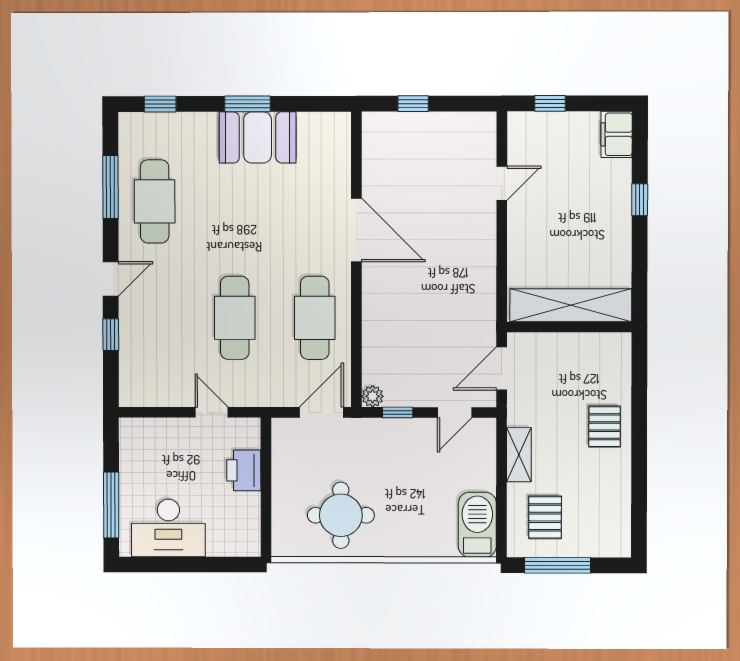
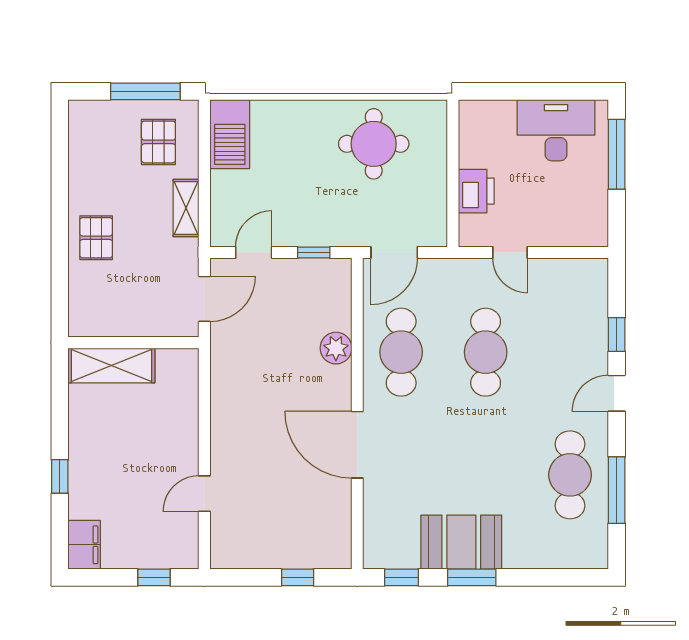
window: (160, 104) -> (401, 577), moved
shelving: (571, 305) -> (111, 365), width x0.68
plant: (373, 396) -> (336, 348), moved, width x1.38, depth x1.38

